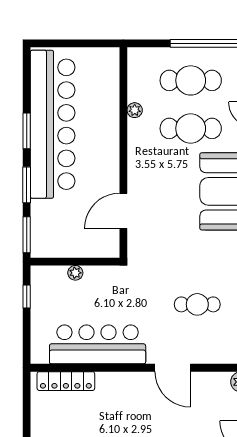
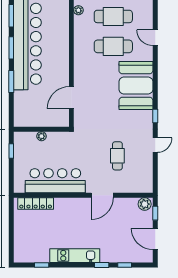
plant: (135, 110) -> (78, 10), moved
window: (27, 235) -> (11, 16), moved
cafe table: (197, 304) -> (117, 156), turned 90
door: (173, 368) -> (102, 195), hinge flipped

